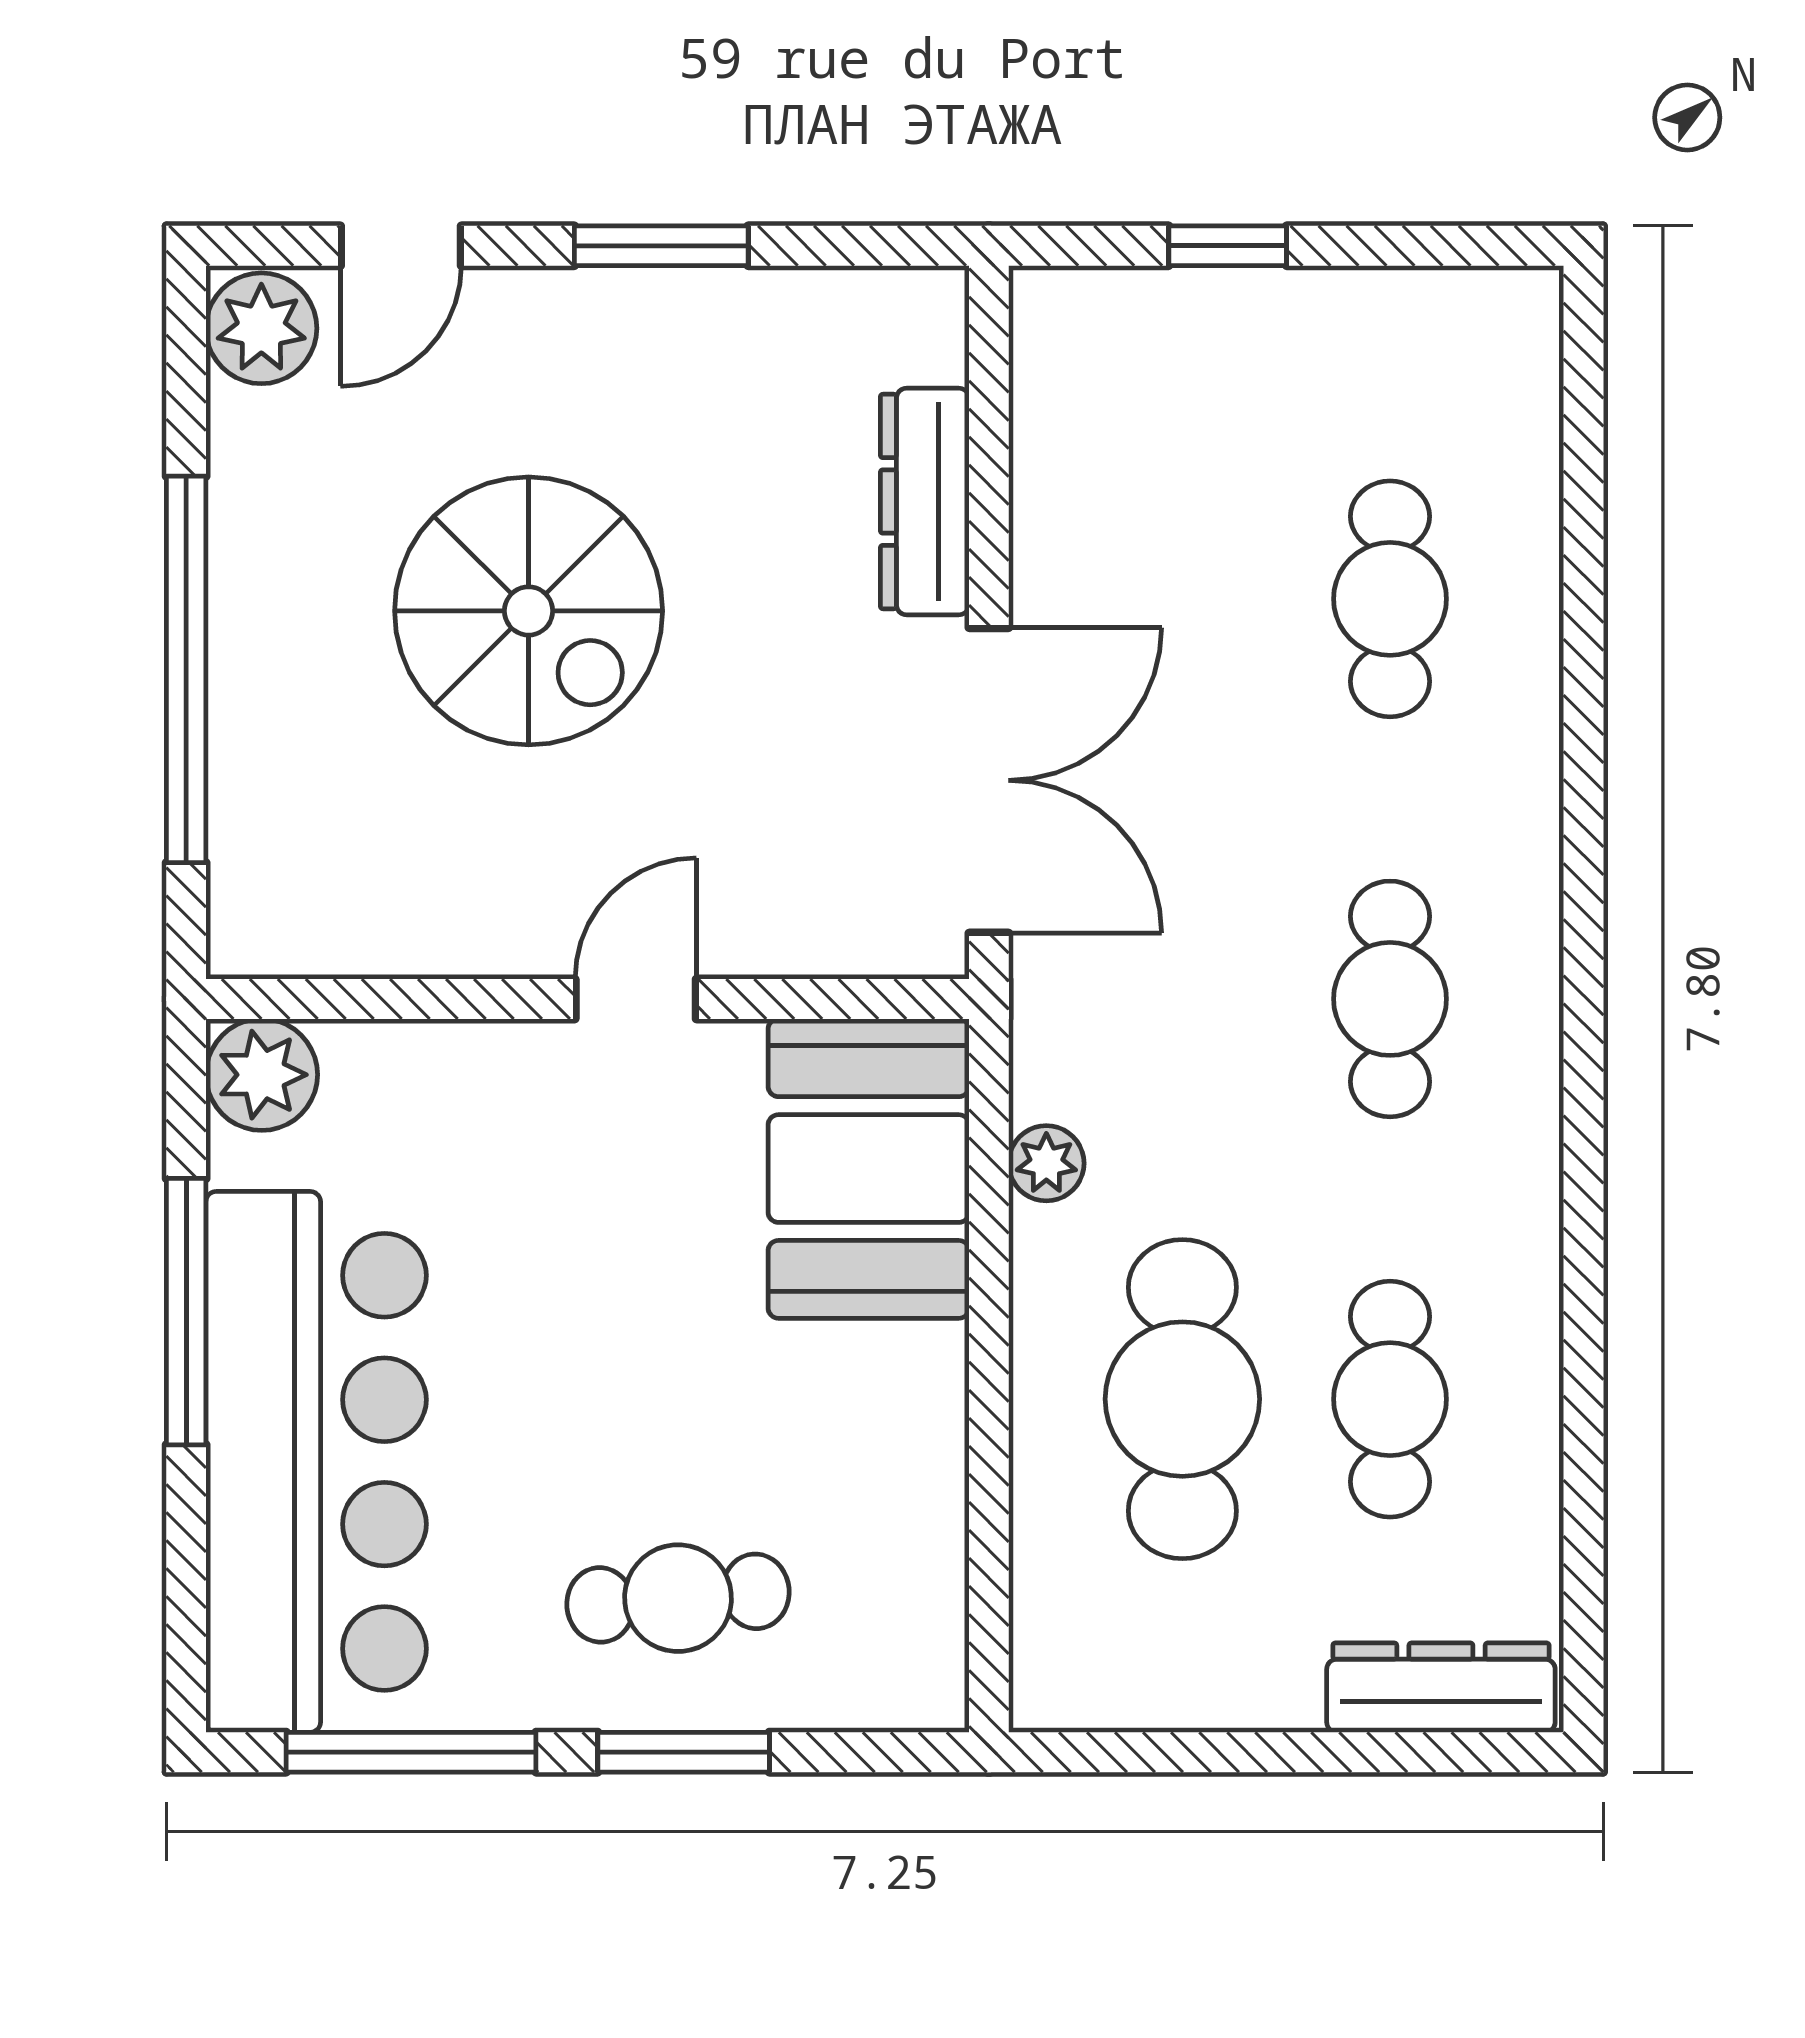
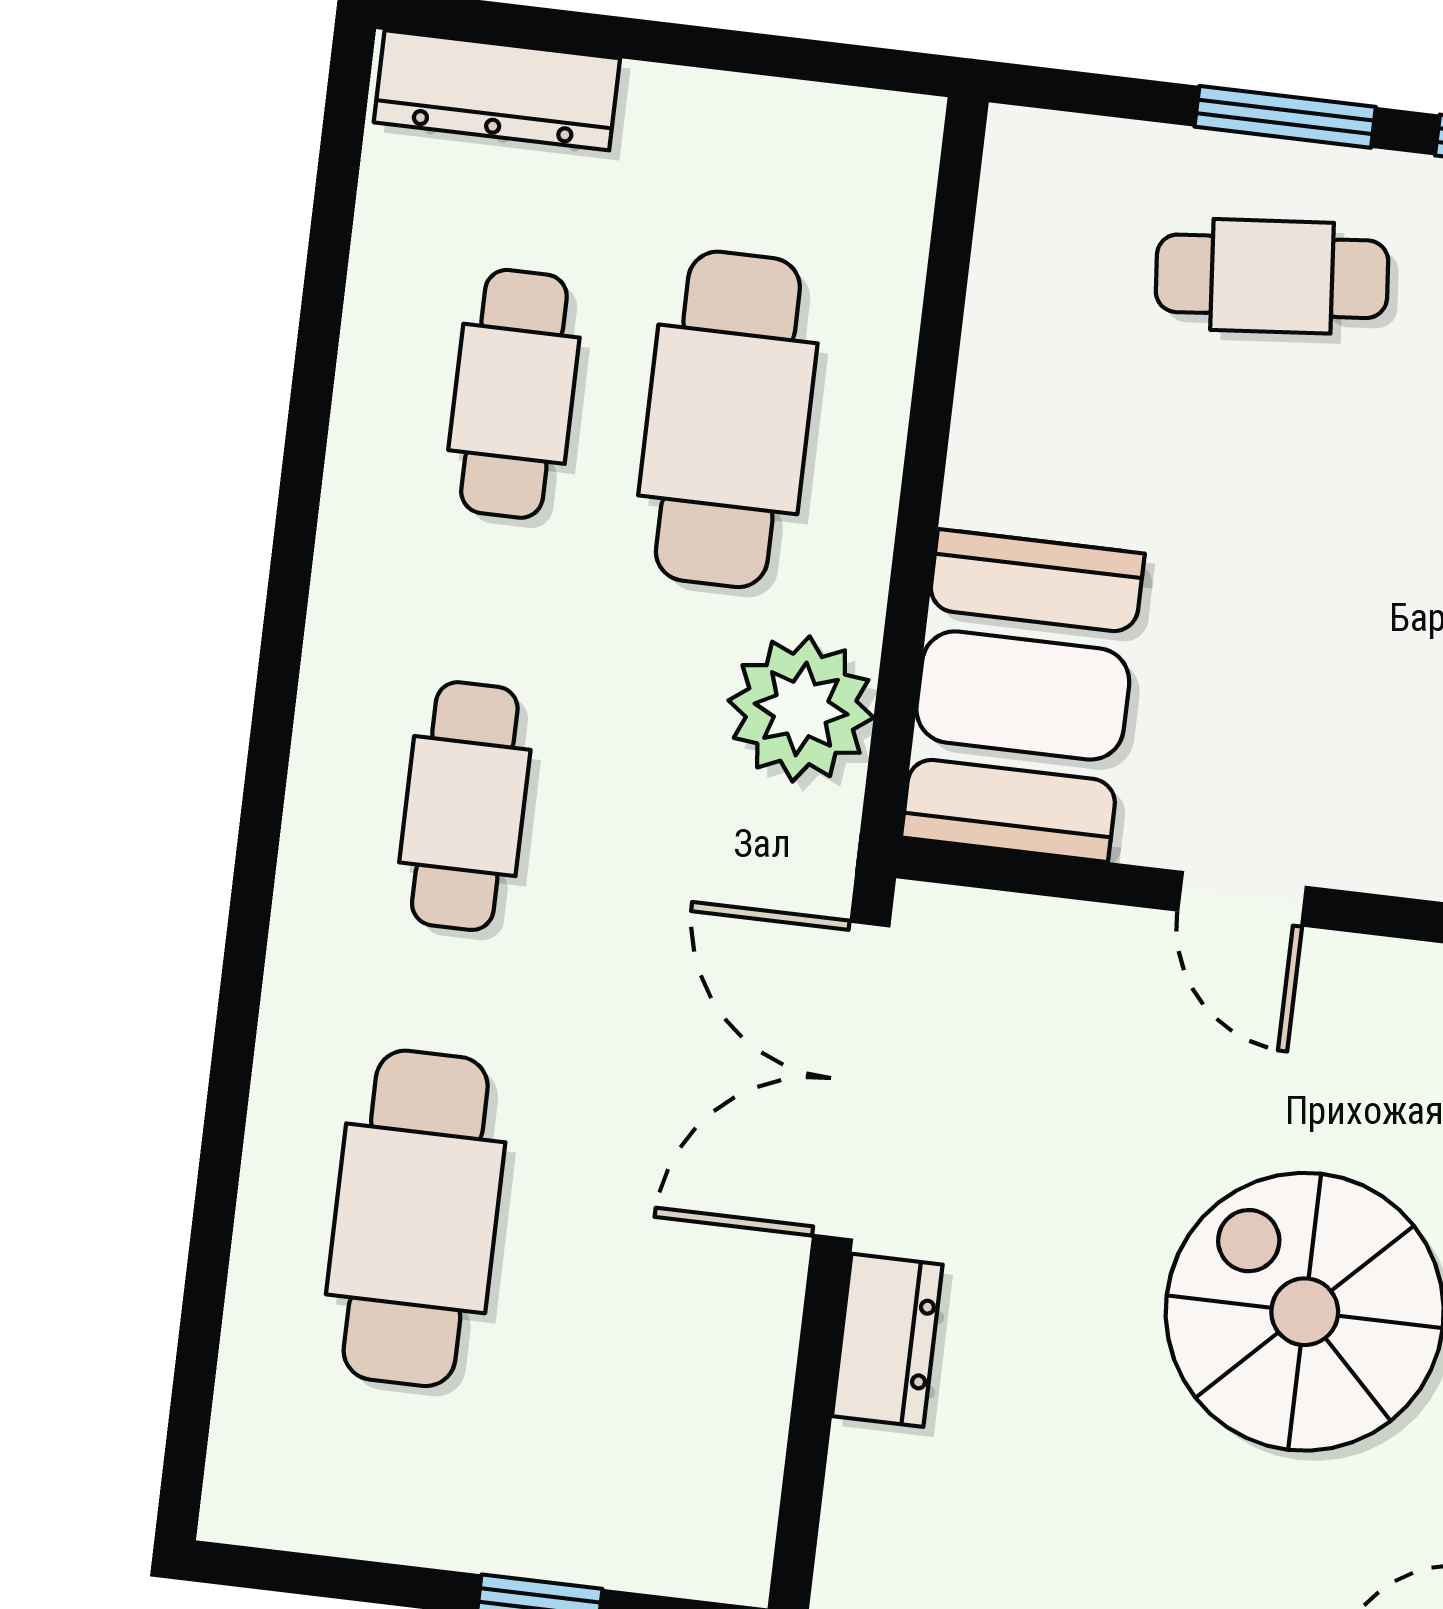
dresser: (925, 501) -> (887, 1340), width x0.70
cafe table: (1390, 599) -> (416, 1218), width x1.37, depth x1.35
door: (636, 999) -> (1242, 899), hinge flipped
plant: (1046, 1163) -> (801, 709), width x1.87, depth x1.87

